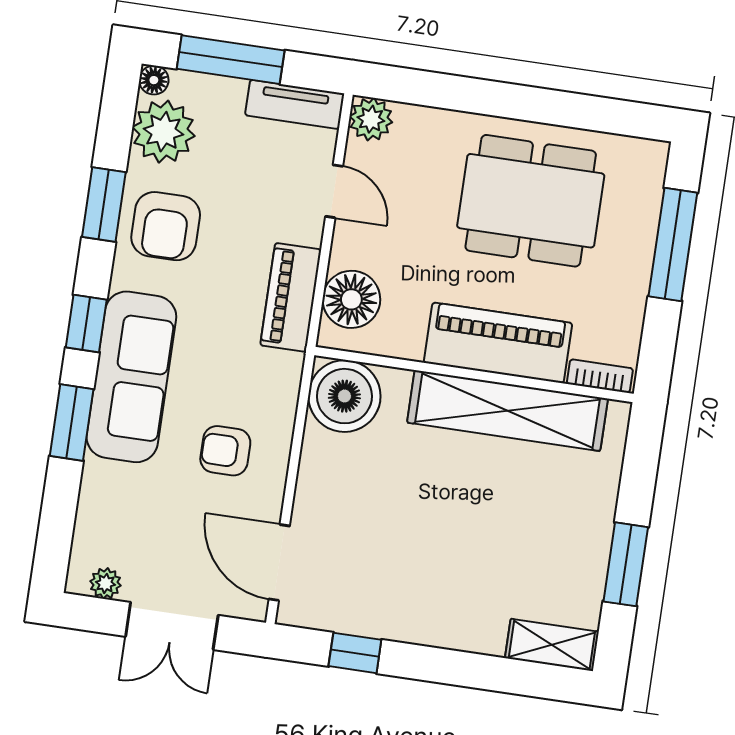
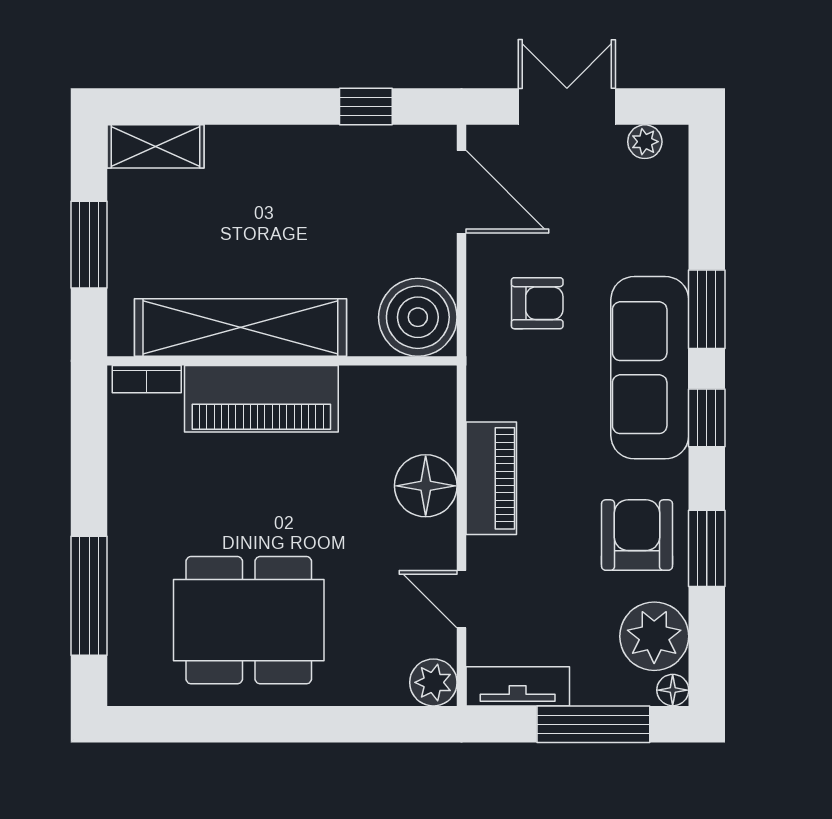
piano: (498, 343) -> (261, 399), moved
wall: (474, 375) -> (282, 361), moved
bookcase: (600, 376) -> (147, 379), moved
boiler: (344, 396) -> (418, 317), moved
shelving: (507, 411) -> (240, 327), moved

